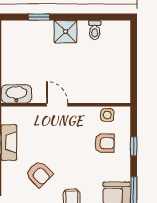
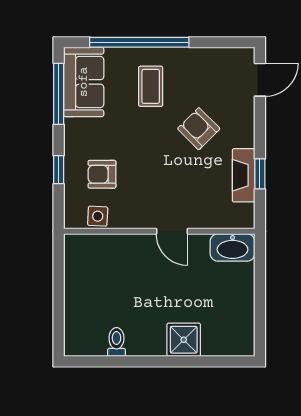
window: (39, 17) -> (199, 361), removed
shower: (65, 32) -> (184, 340), moved

